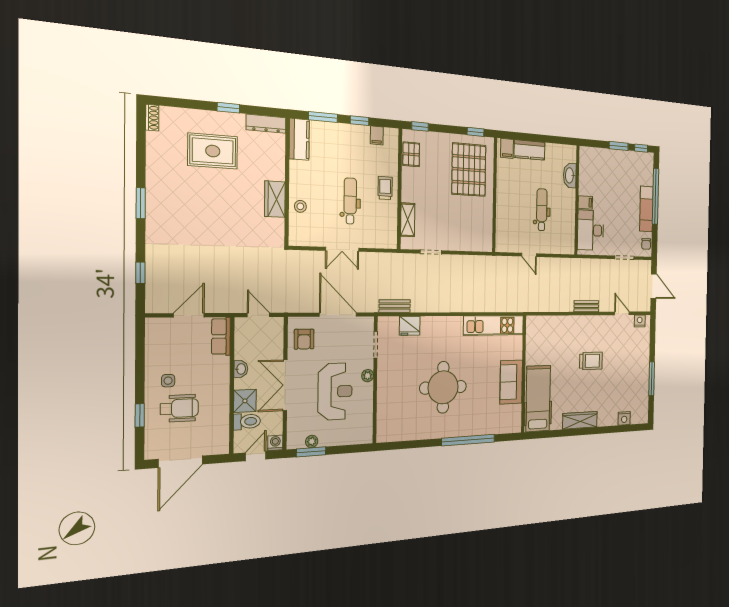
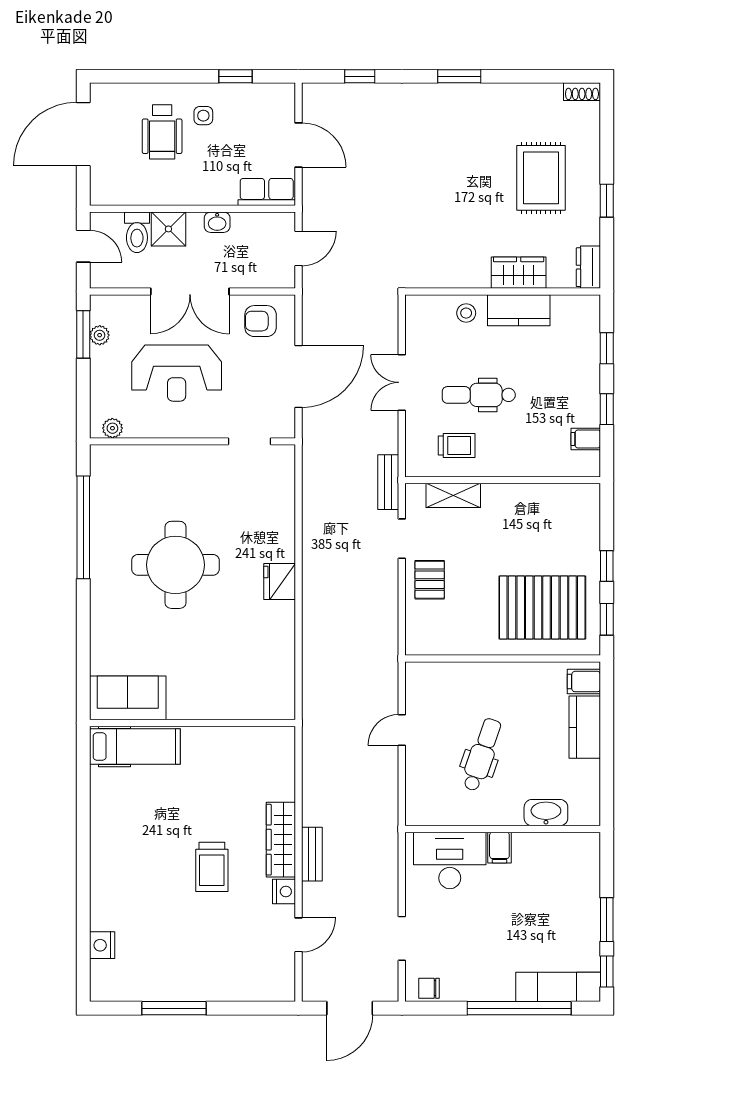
window: (323, 117) -> (607, 348), width x0.67
dresser: (266, 124) -> (588, 267), width x0.70
window: (420, 126) -> (607, 566), moved
kitchen counter: (299, 139) -> (519, 310), moved
pallet: (411, 154) -> (430, 580), moved, turned 90
trolley: (385, 188) -> (457, 445), moved
wardrobe: (275, 199) -> (519, 273), moved
dental chair: (350, 201) -> (479, 395), turned 180
exam couch: (646, 209) -> (558, 987), moved
dental chair: (542, 210) -> (482, 755), turned -71
bench: (395, 306) -> (388, 482), moved
nightstand: (640, 321) -> (284, 892), moved
kitchen unit: (494, 325) -> (279, 661), removed
fridge: (410, 326) -> (280, 581), moved
plant: (368, 376) -> (112, 428), moved
sofa: (511, 382) -> (128, 698), moved
double door: (285, 385) -> (190, 291), swing flipped
hospital bed: (538, 399) -> (135, 747), width x0.73, depth x0.78
window: (140, 415) -> (236, 76), moved
wardrobe: (580, 420) -> (281, 840), moved, turned 180
window: (468, 440) -> (83, 527), moved
washing machine: (275, 443) -> (101, 277), removed
door: (181, 462) -> (83, 134), hinge flipped

